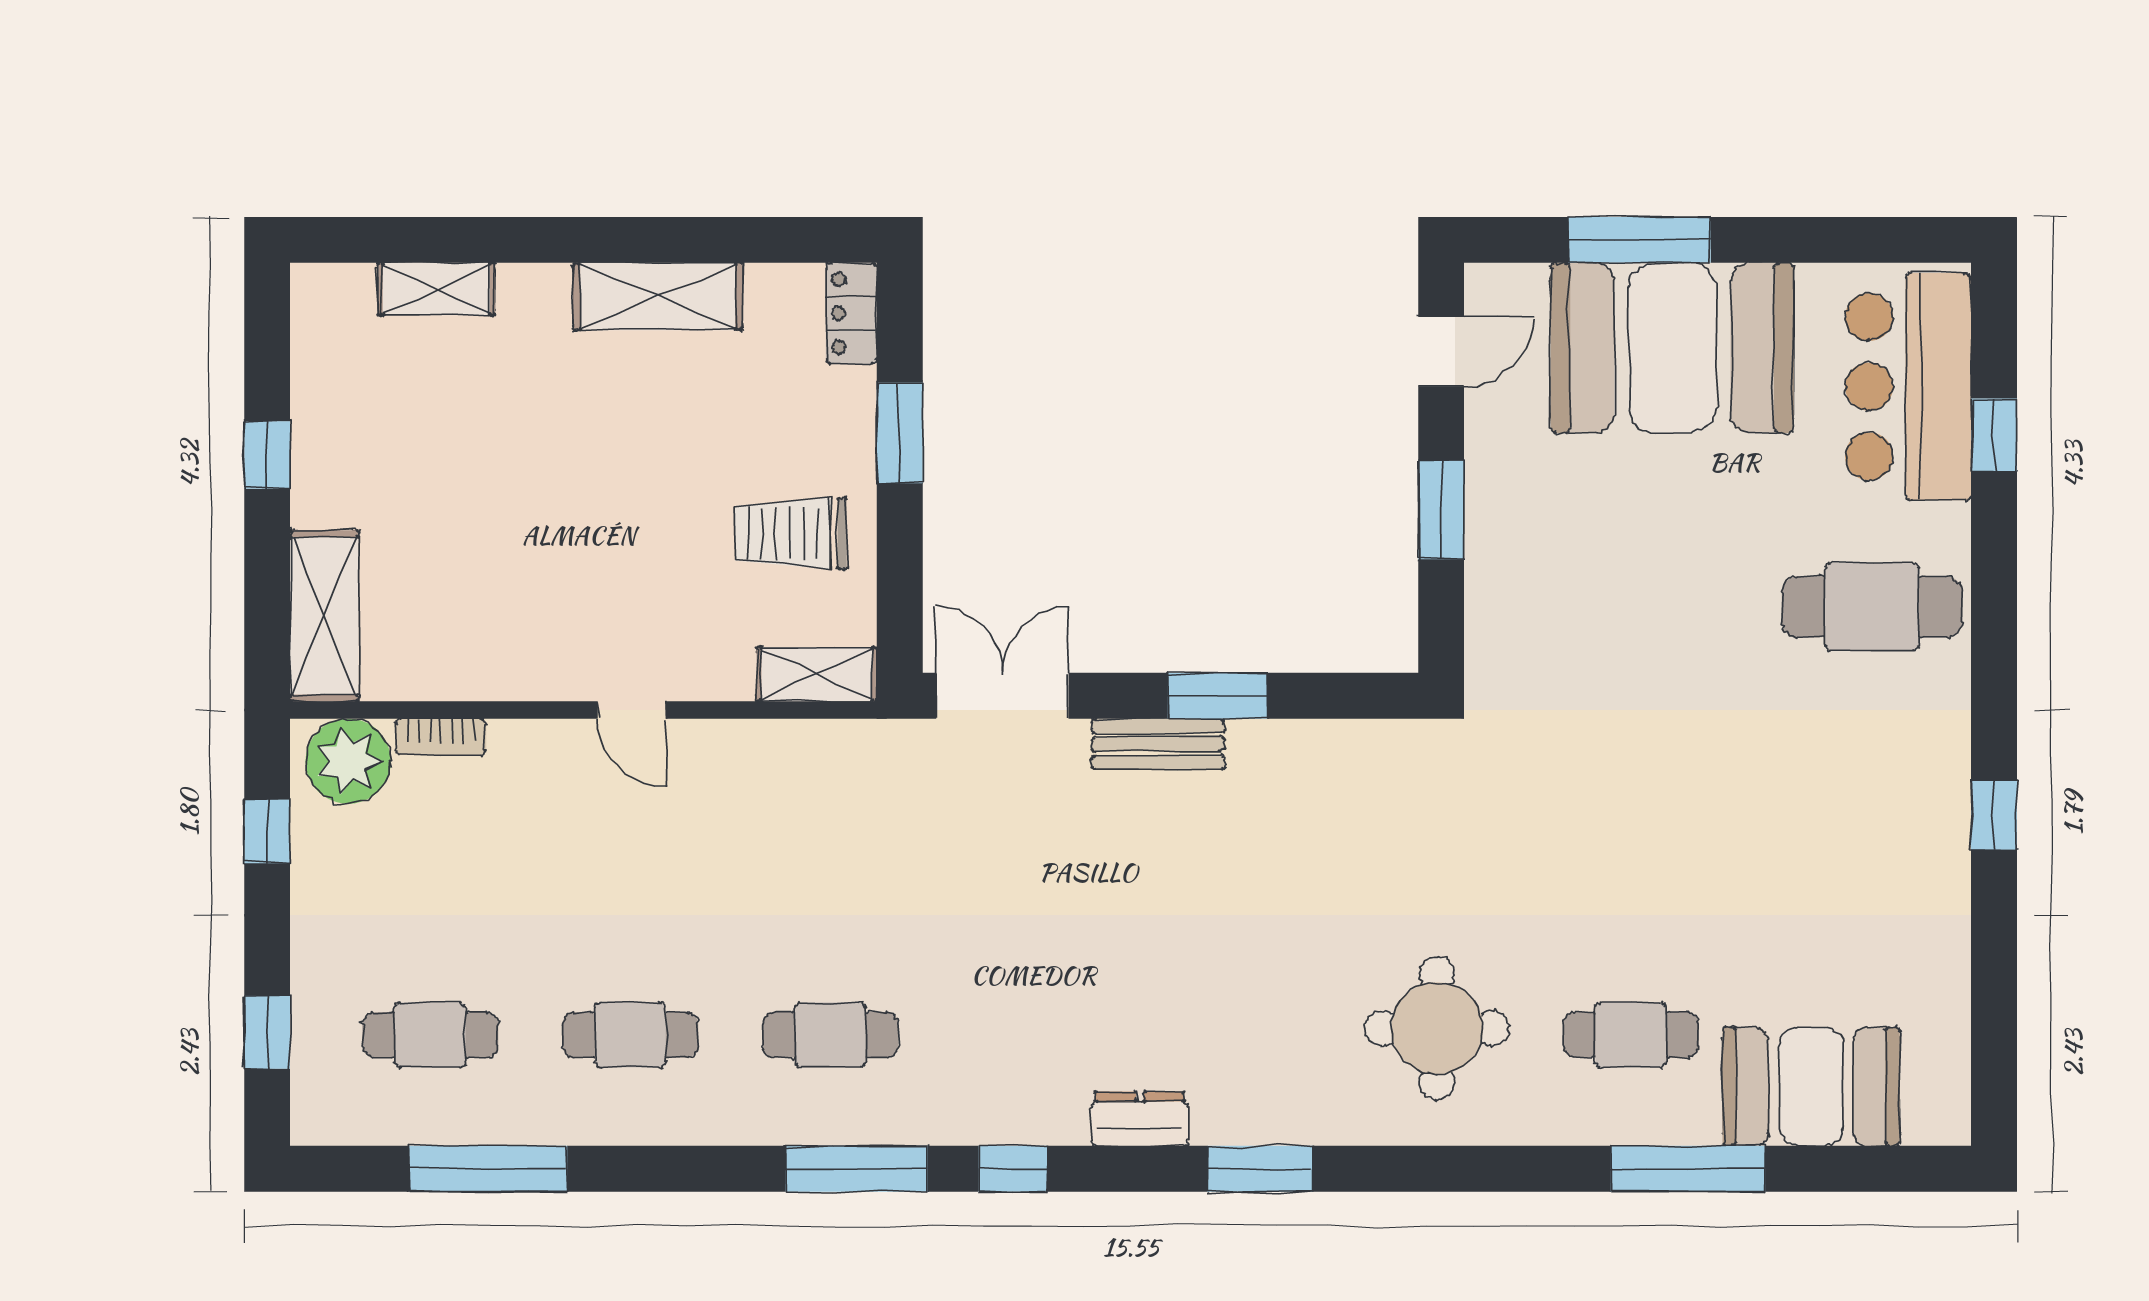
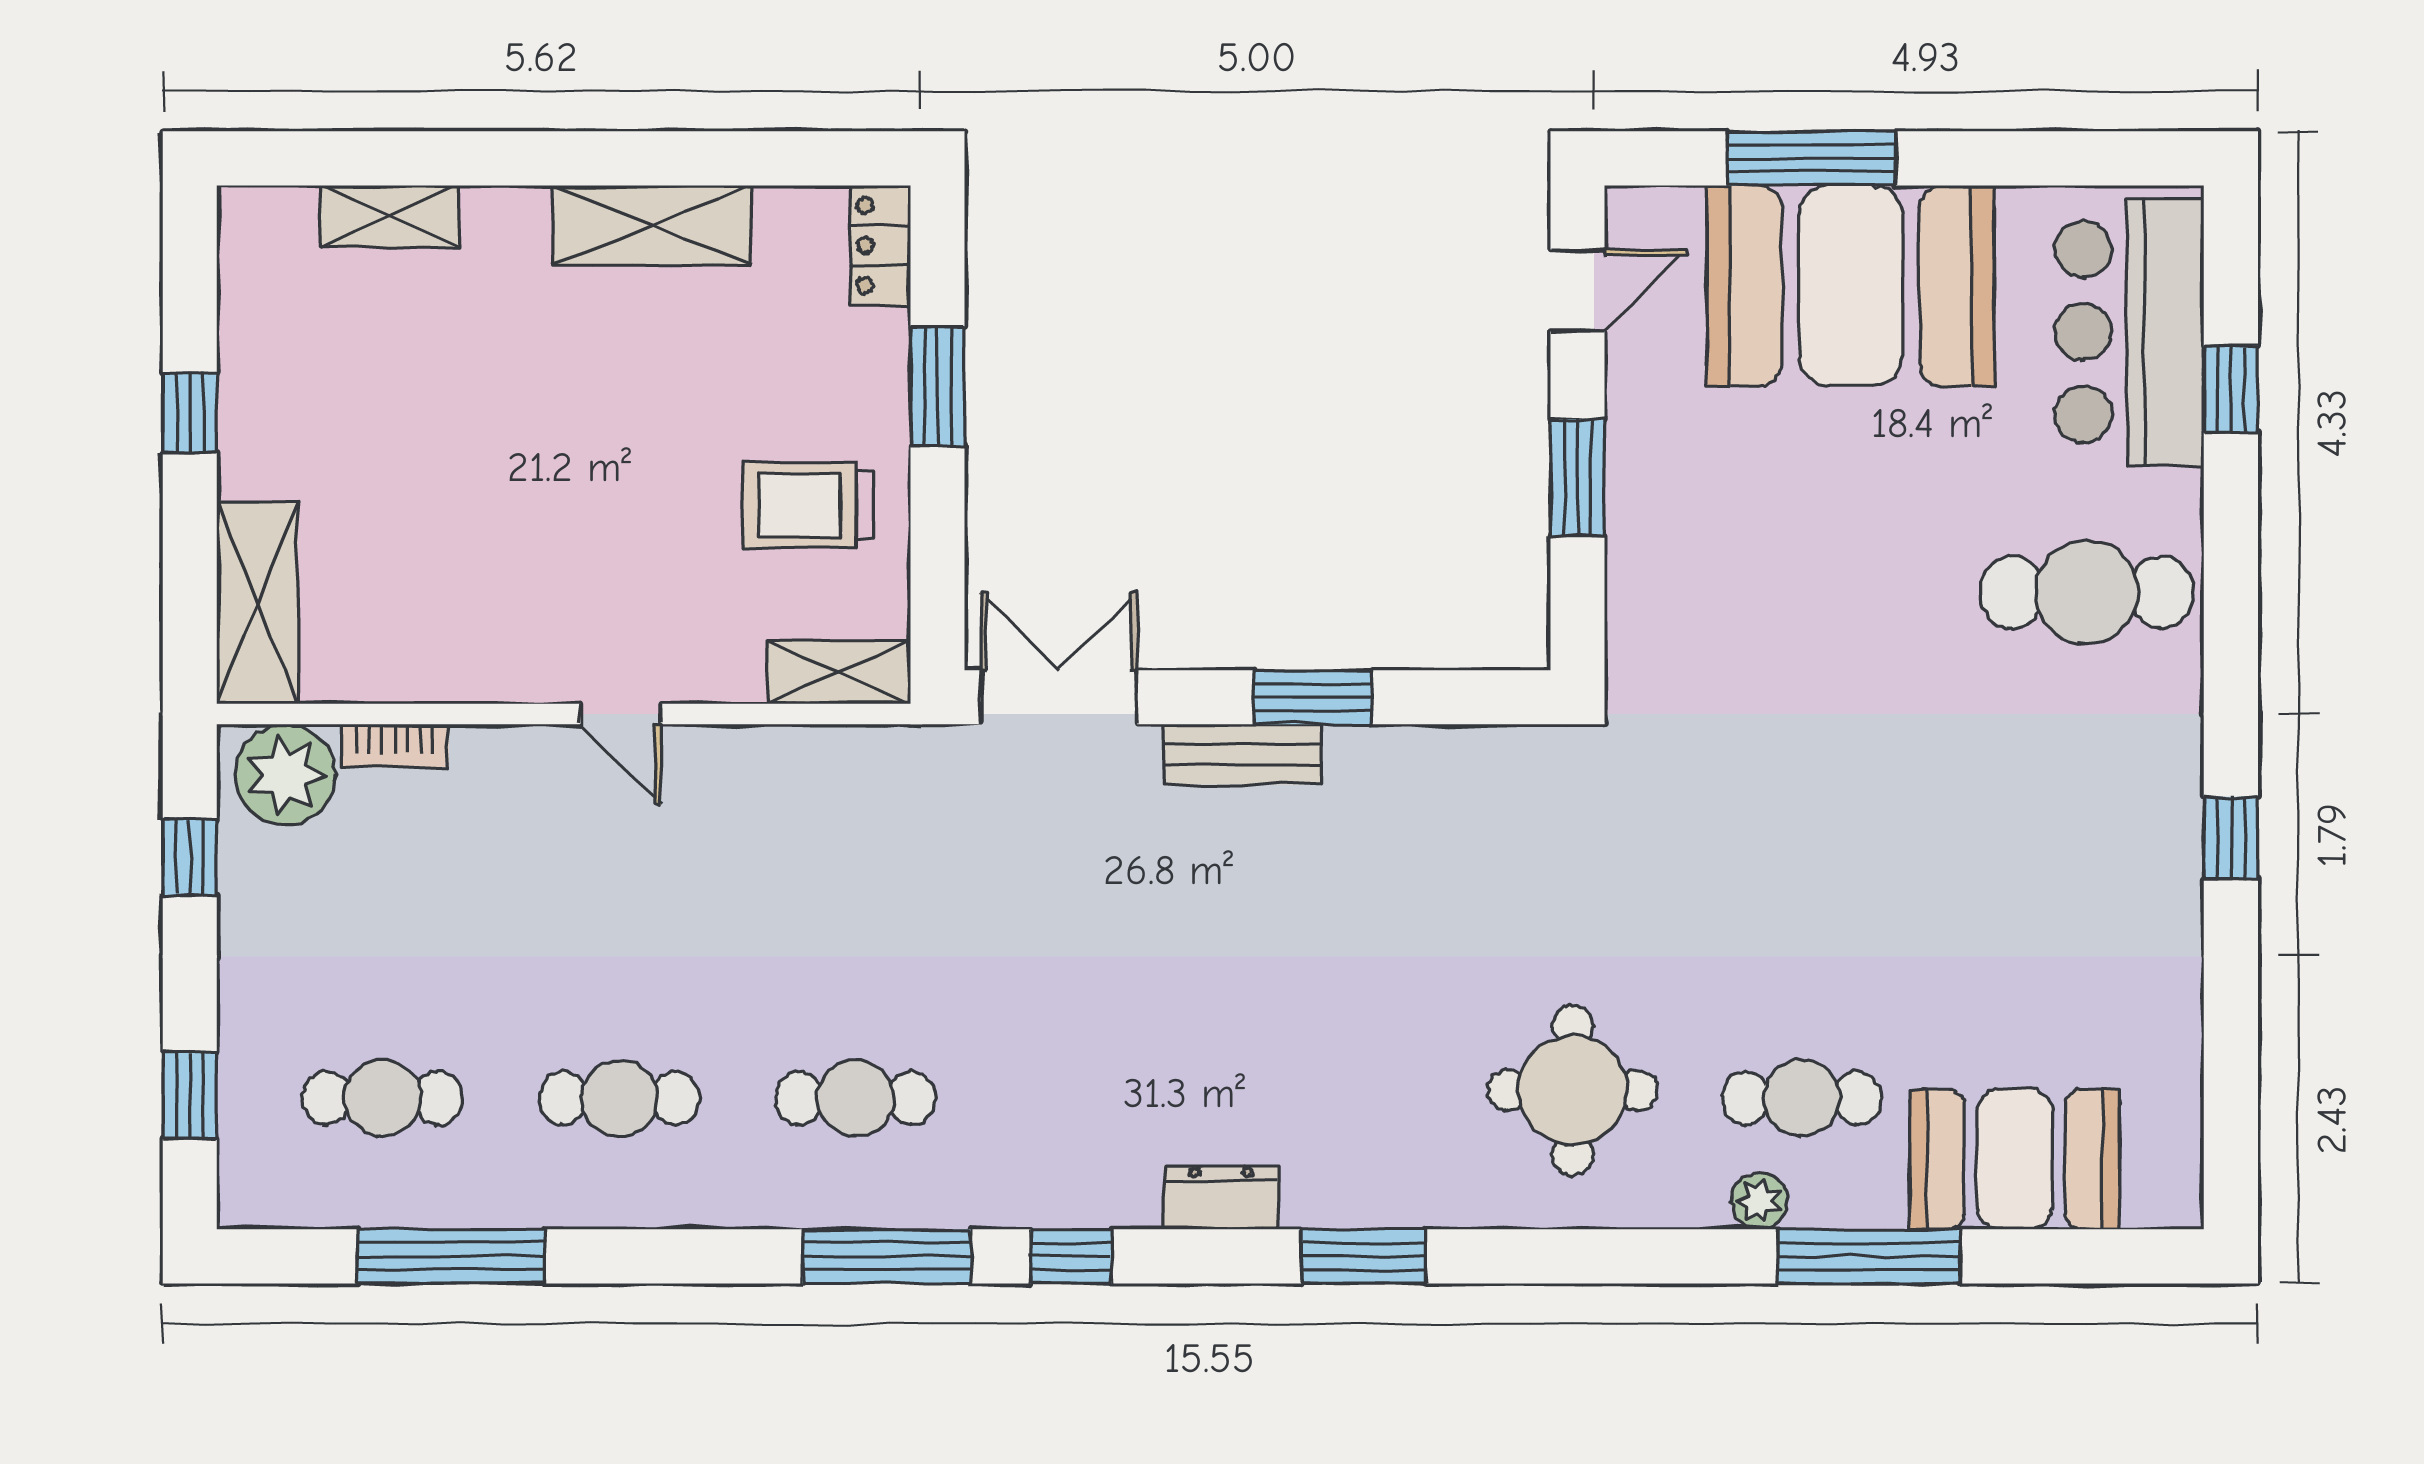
plant: (1595, 1122) -> (1759, 1201), added

